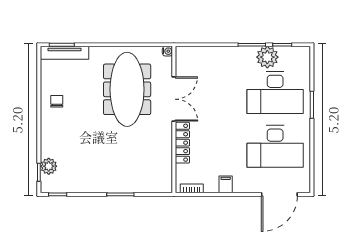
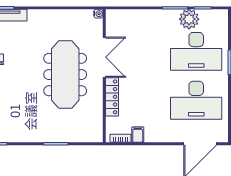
meeting table: (127, 89) -> (65, 75), moved
filing cabinet: (226, 184) -> (138, 135), moved

